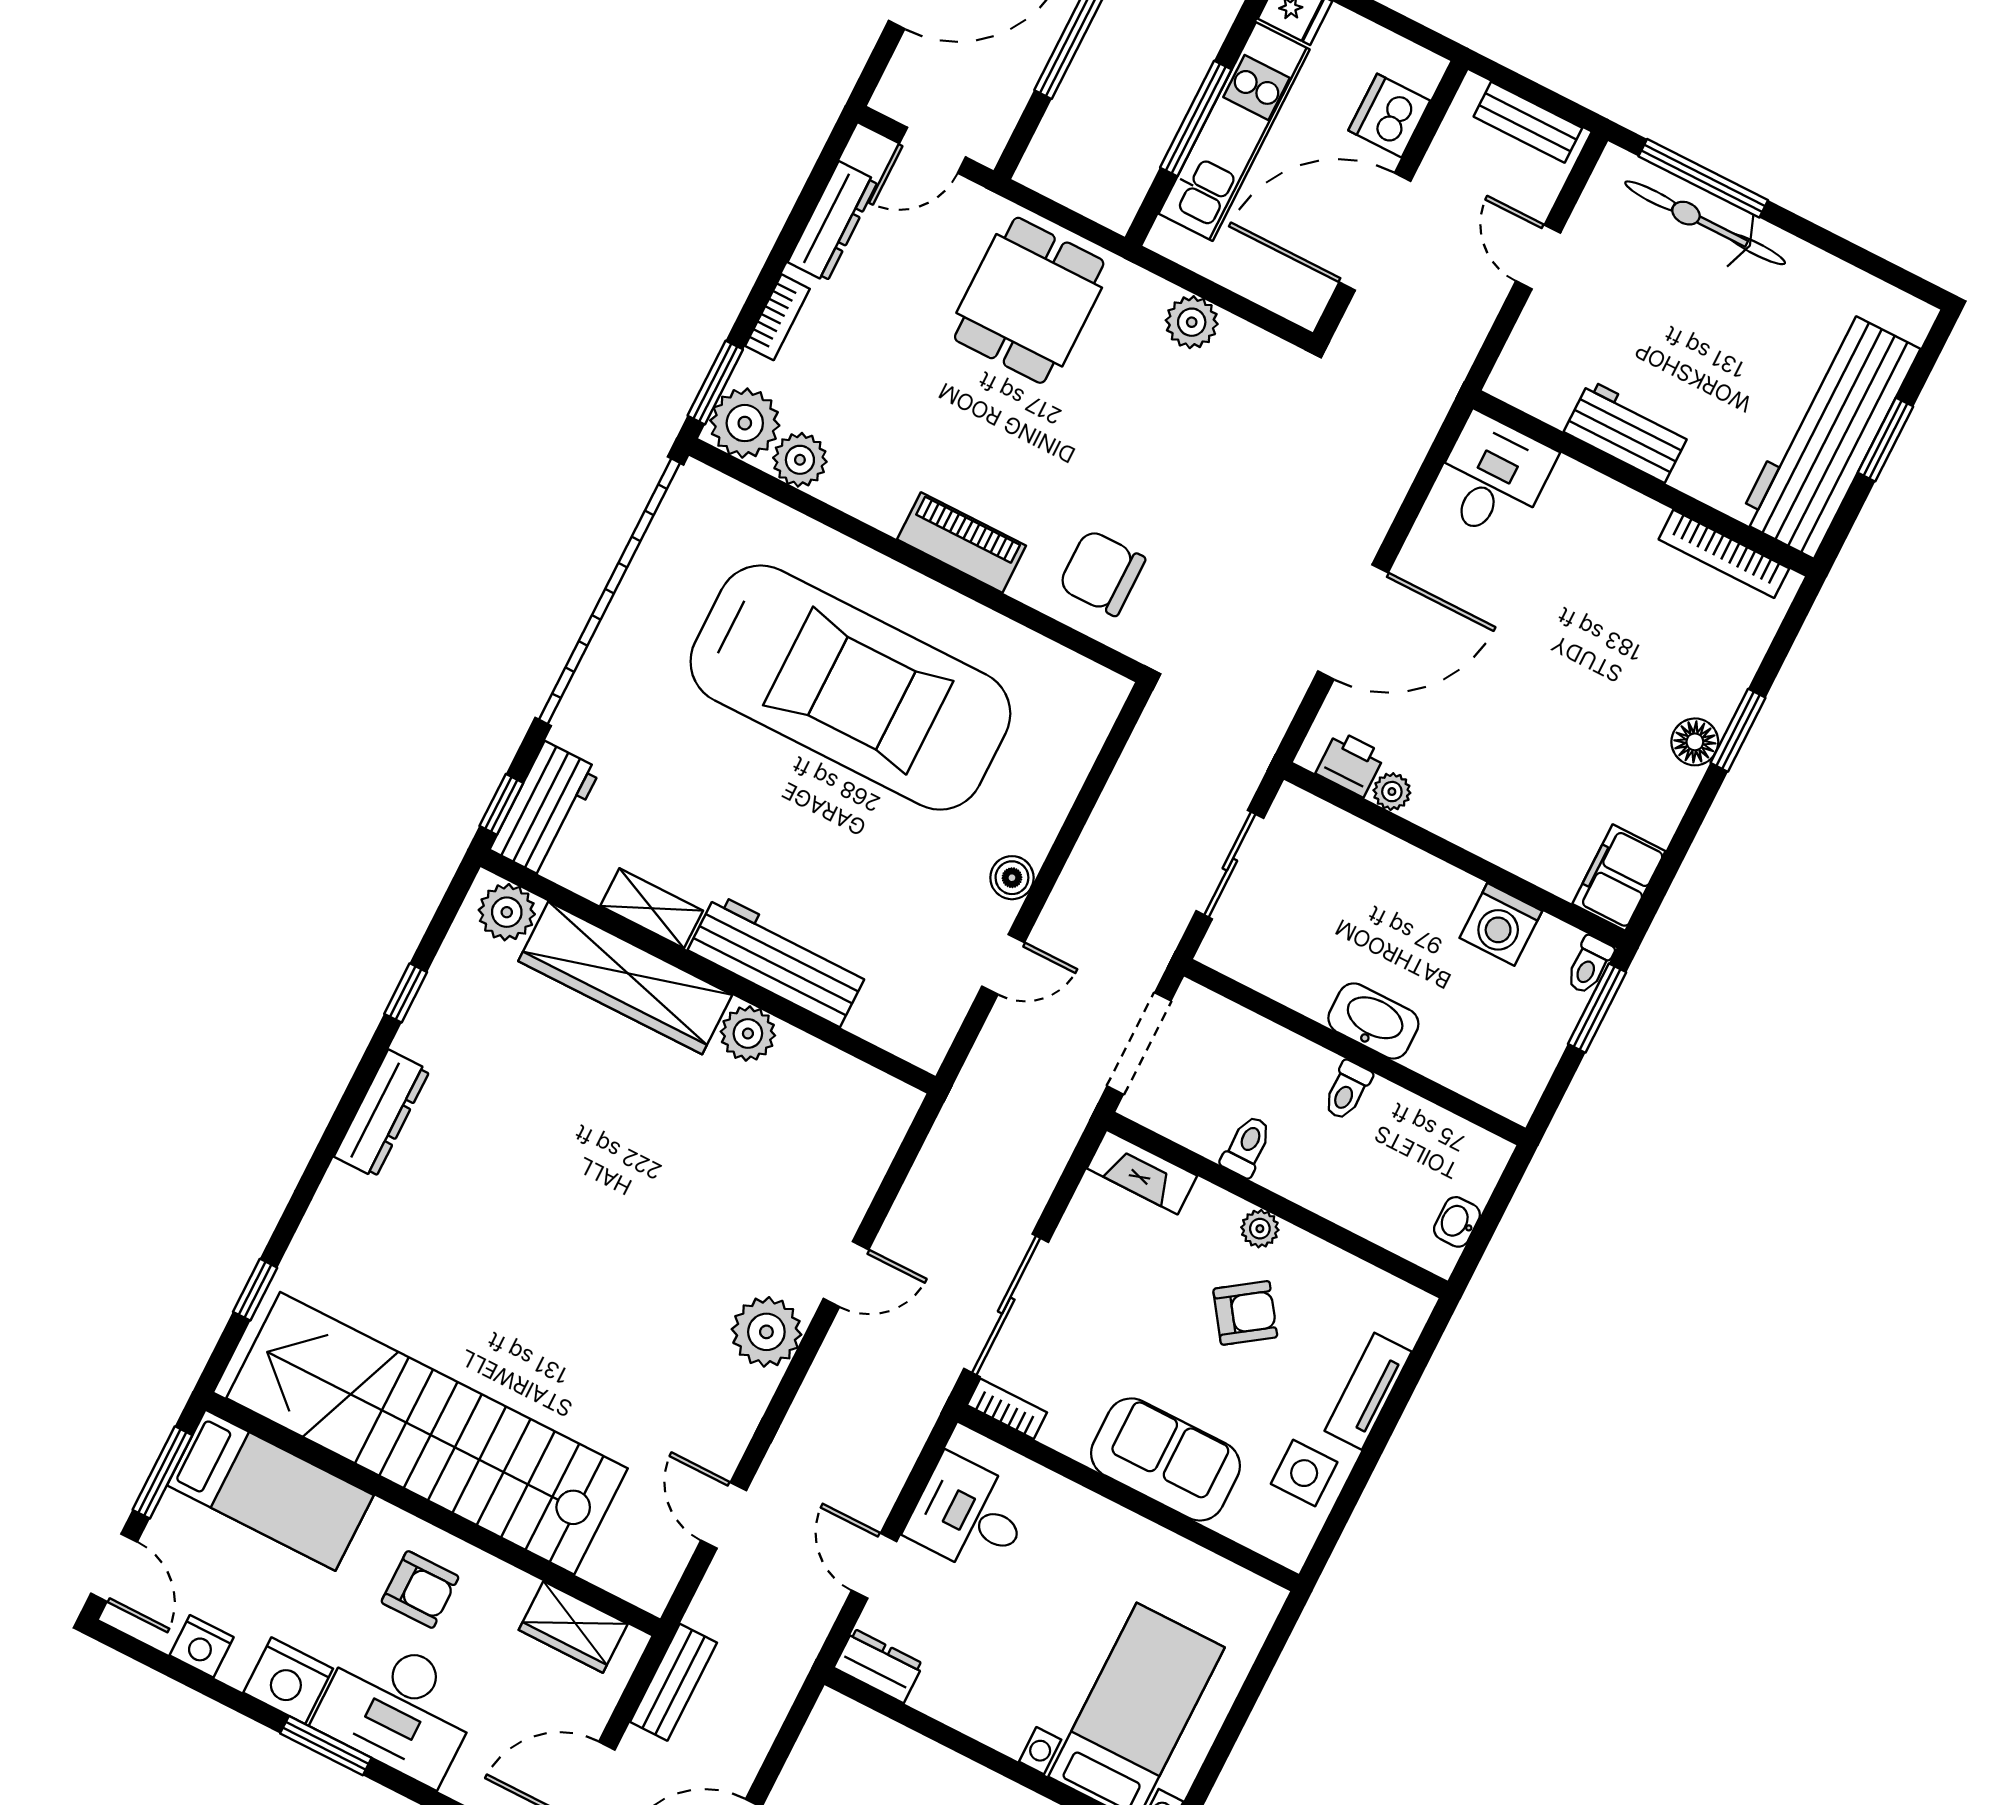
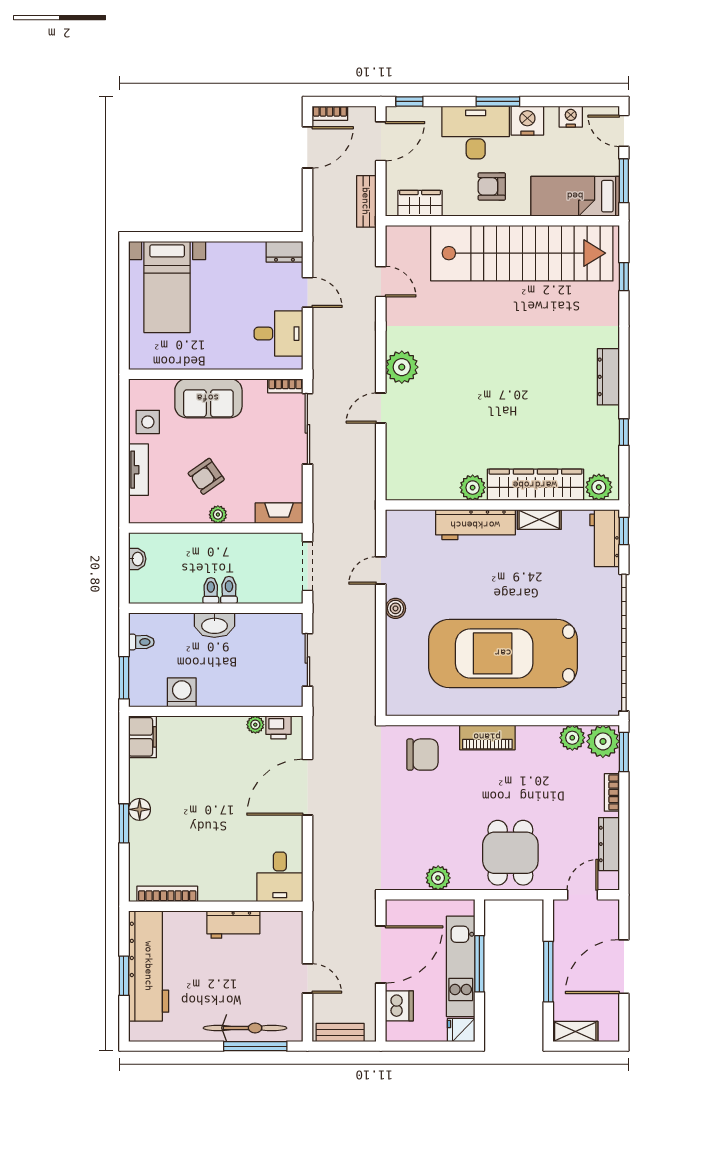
toilet: (1589, 965) -> (141, 642), moved, turned 90
toilet: (1247, 1146) -> (229, 590), moved, turned 180

